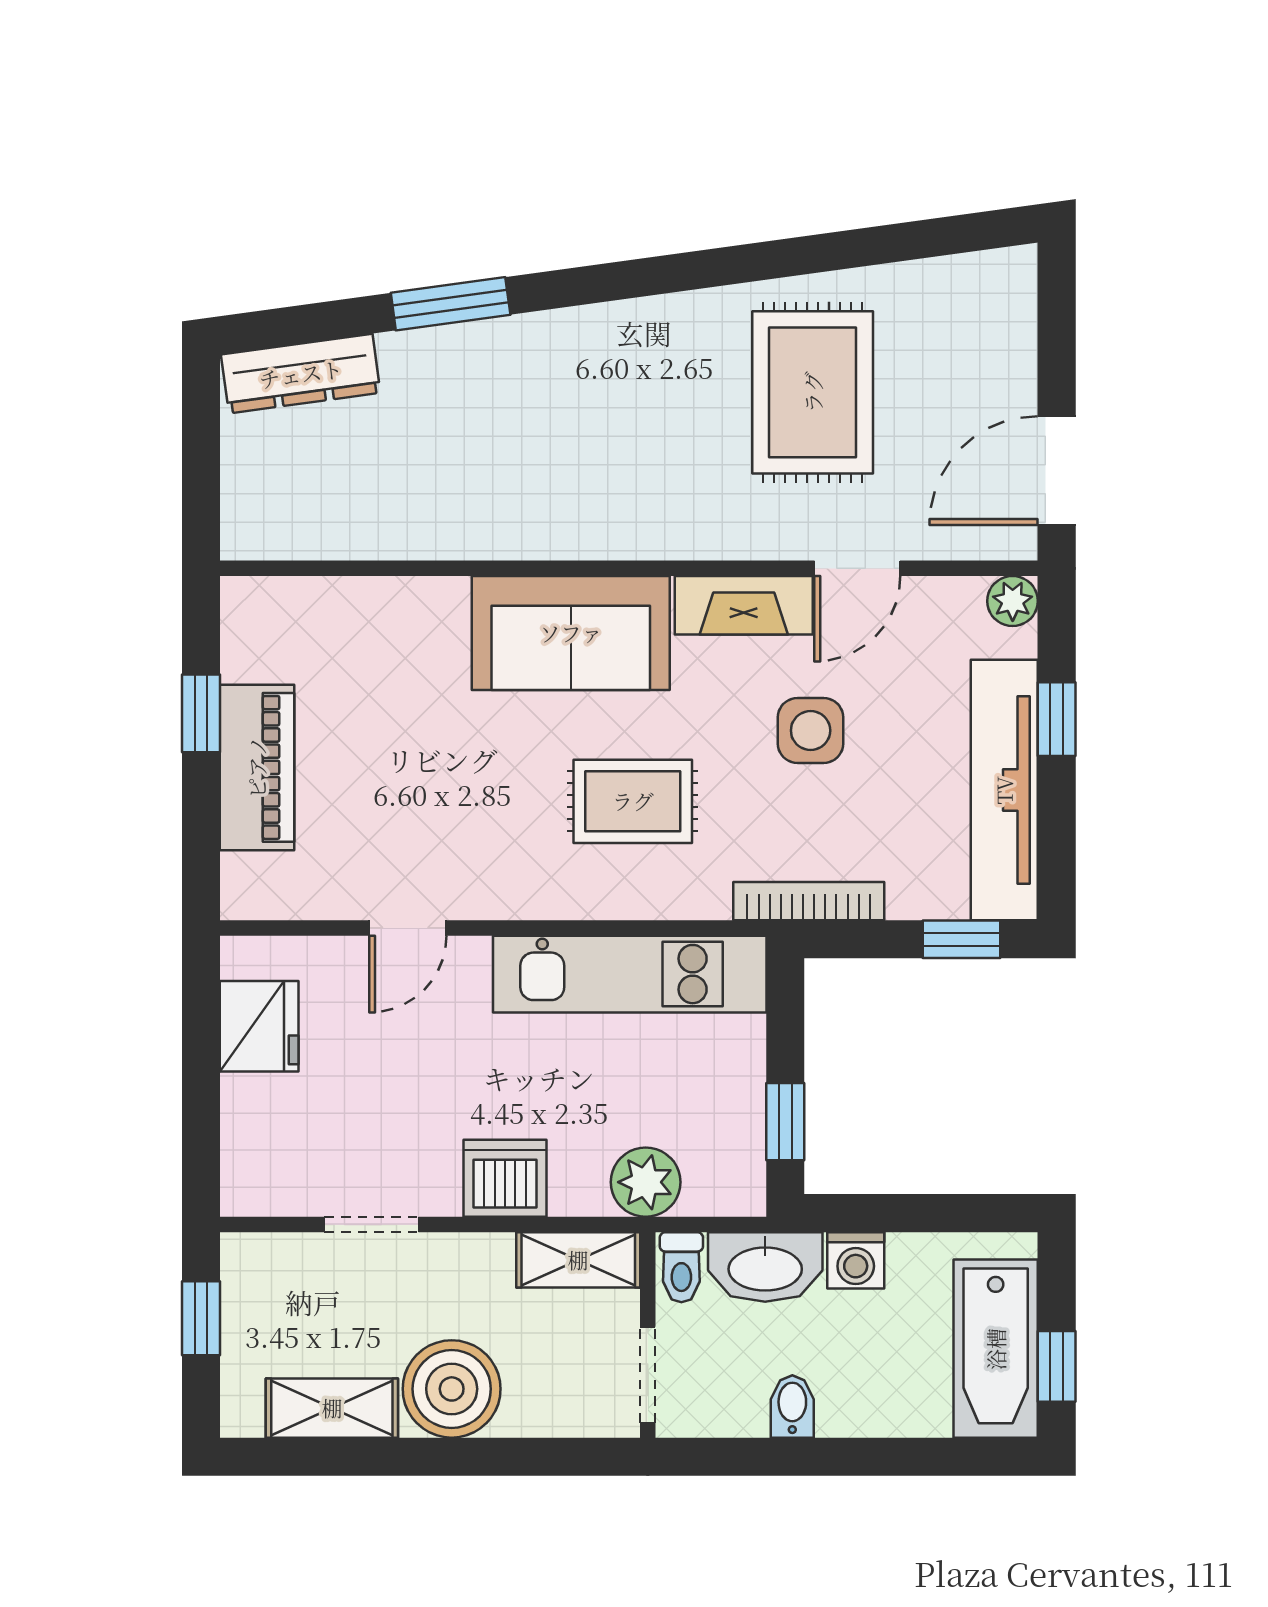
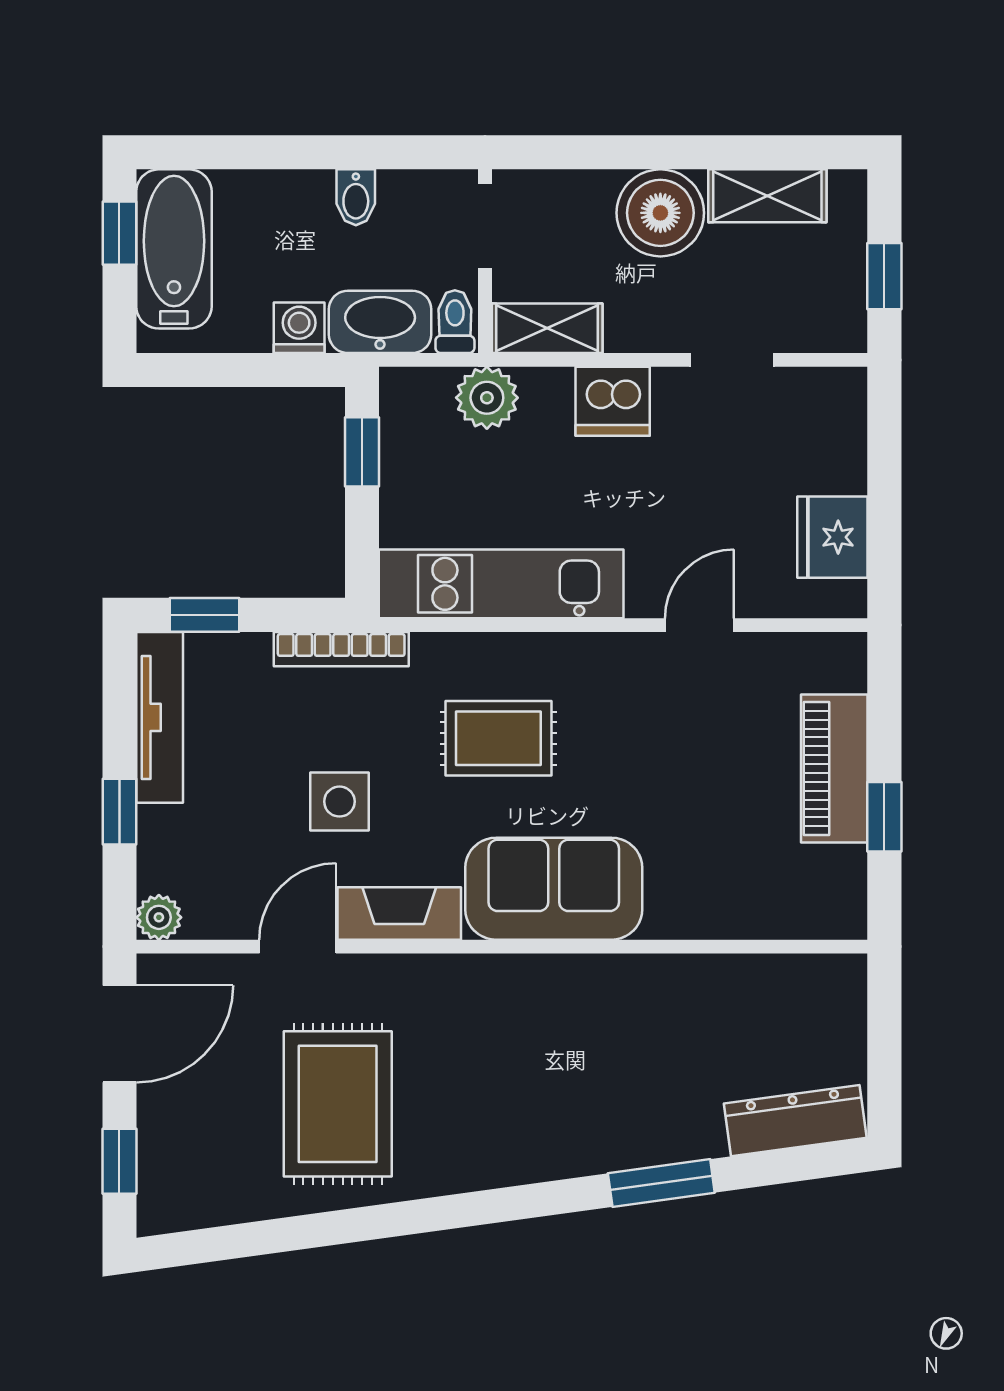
window: (1057, 328) -> (119, 1161), added
tv unit: (1004, 790) -> (160, 717), width x0.73, depth x0.78

